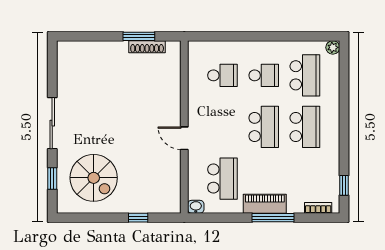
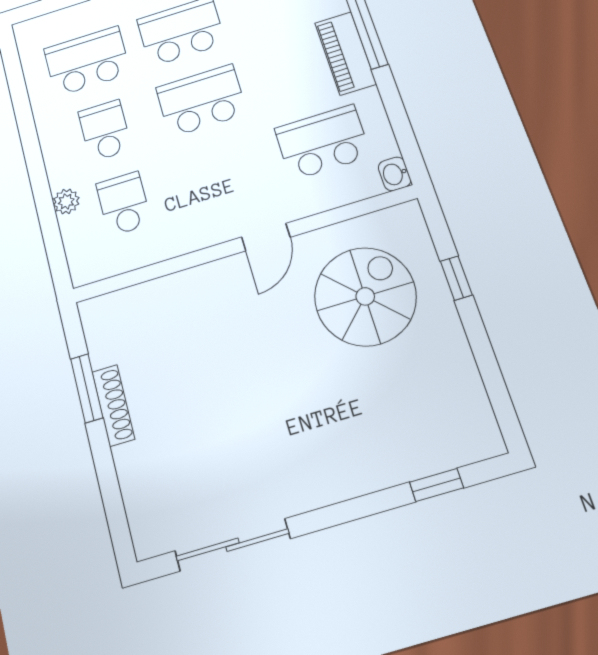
shoe rack: (147, 47) -> (113, 405), moved
plant: (333, 47) -> (66, 201), moved
sliding door: (52, 123) -> (232, 545), moved
spiral stairs: (94, 178) -> (365, 296), moved

